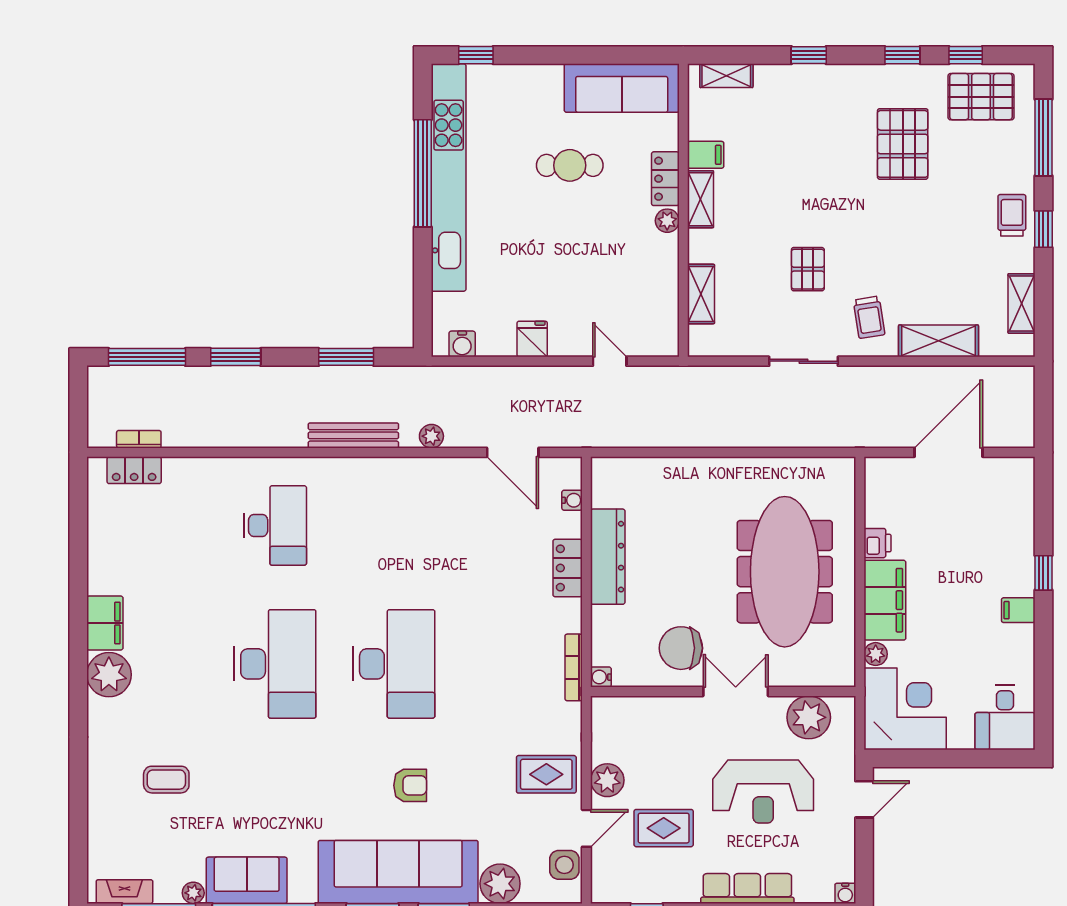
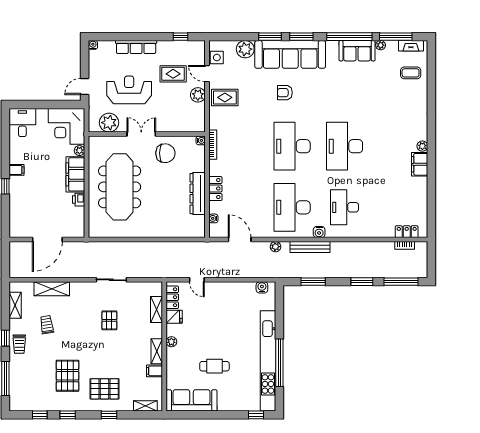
pallet: (981, 97) -> (105, 389), moved
locker: (665, 179) -> (172, 297), moved
trolley: (869, 317) -> (47, 325), moved
fridge: (532, 339) -> (174, 317), moved, turned -90
water cooler: (333, 469) -> (319, 232), added
desk: (394, 525) -> (292, 207), added
plant: (109, 675) -> (422, 146), width x0.53, depth x0.53
double door: (736, 691) -> (141, 134), swing flipped
coffee table: (166, 780) -> (411, 73), moved
door: (586, 828) -> (207, 74), hinge flipped

